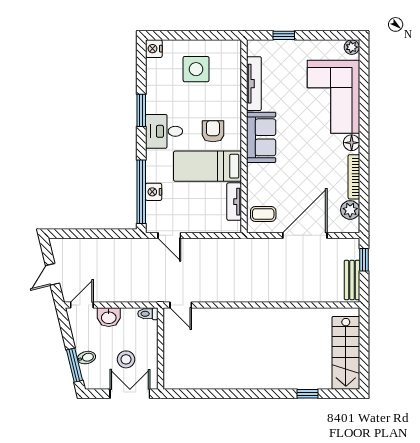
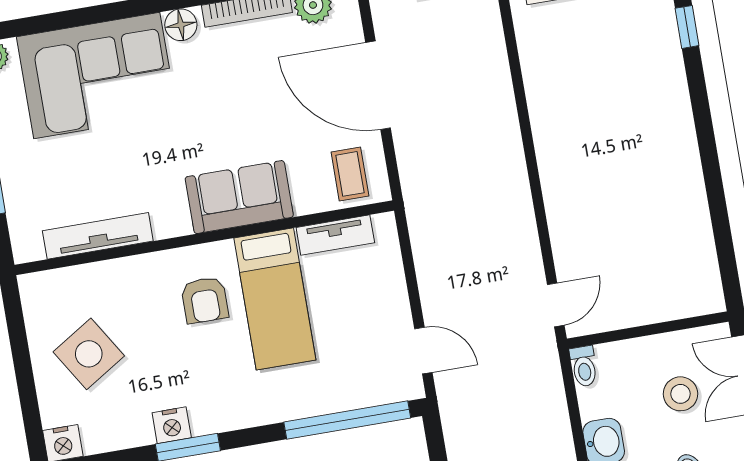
side table: (196, 69) -> (89, 354), turned -32
desk: (164, 131) -> (221, 396), removed
armchair: (213, 131) -> (205, 300), turned -90
sofa: (261, 137) -> (239, 197), moved
nightstand: (154, 192) -> (172, 425), moved
door: (169, 235) -> (423, 351), hinge flipped

